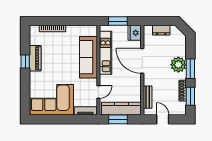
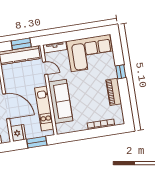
window: (25, 62) -> (121, 72), moved
door: (98, 92) -> (45, 68), swing flipped

